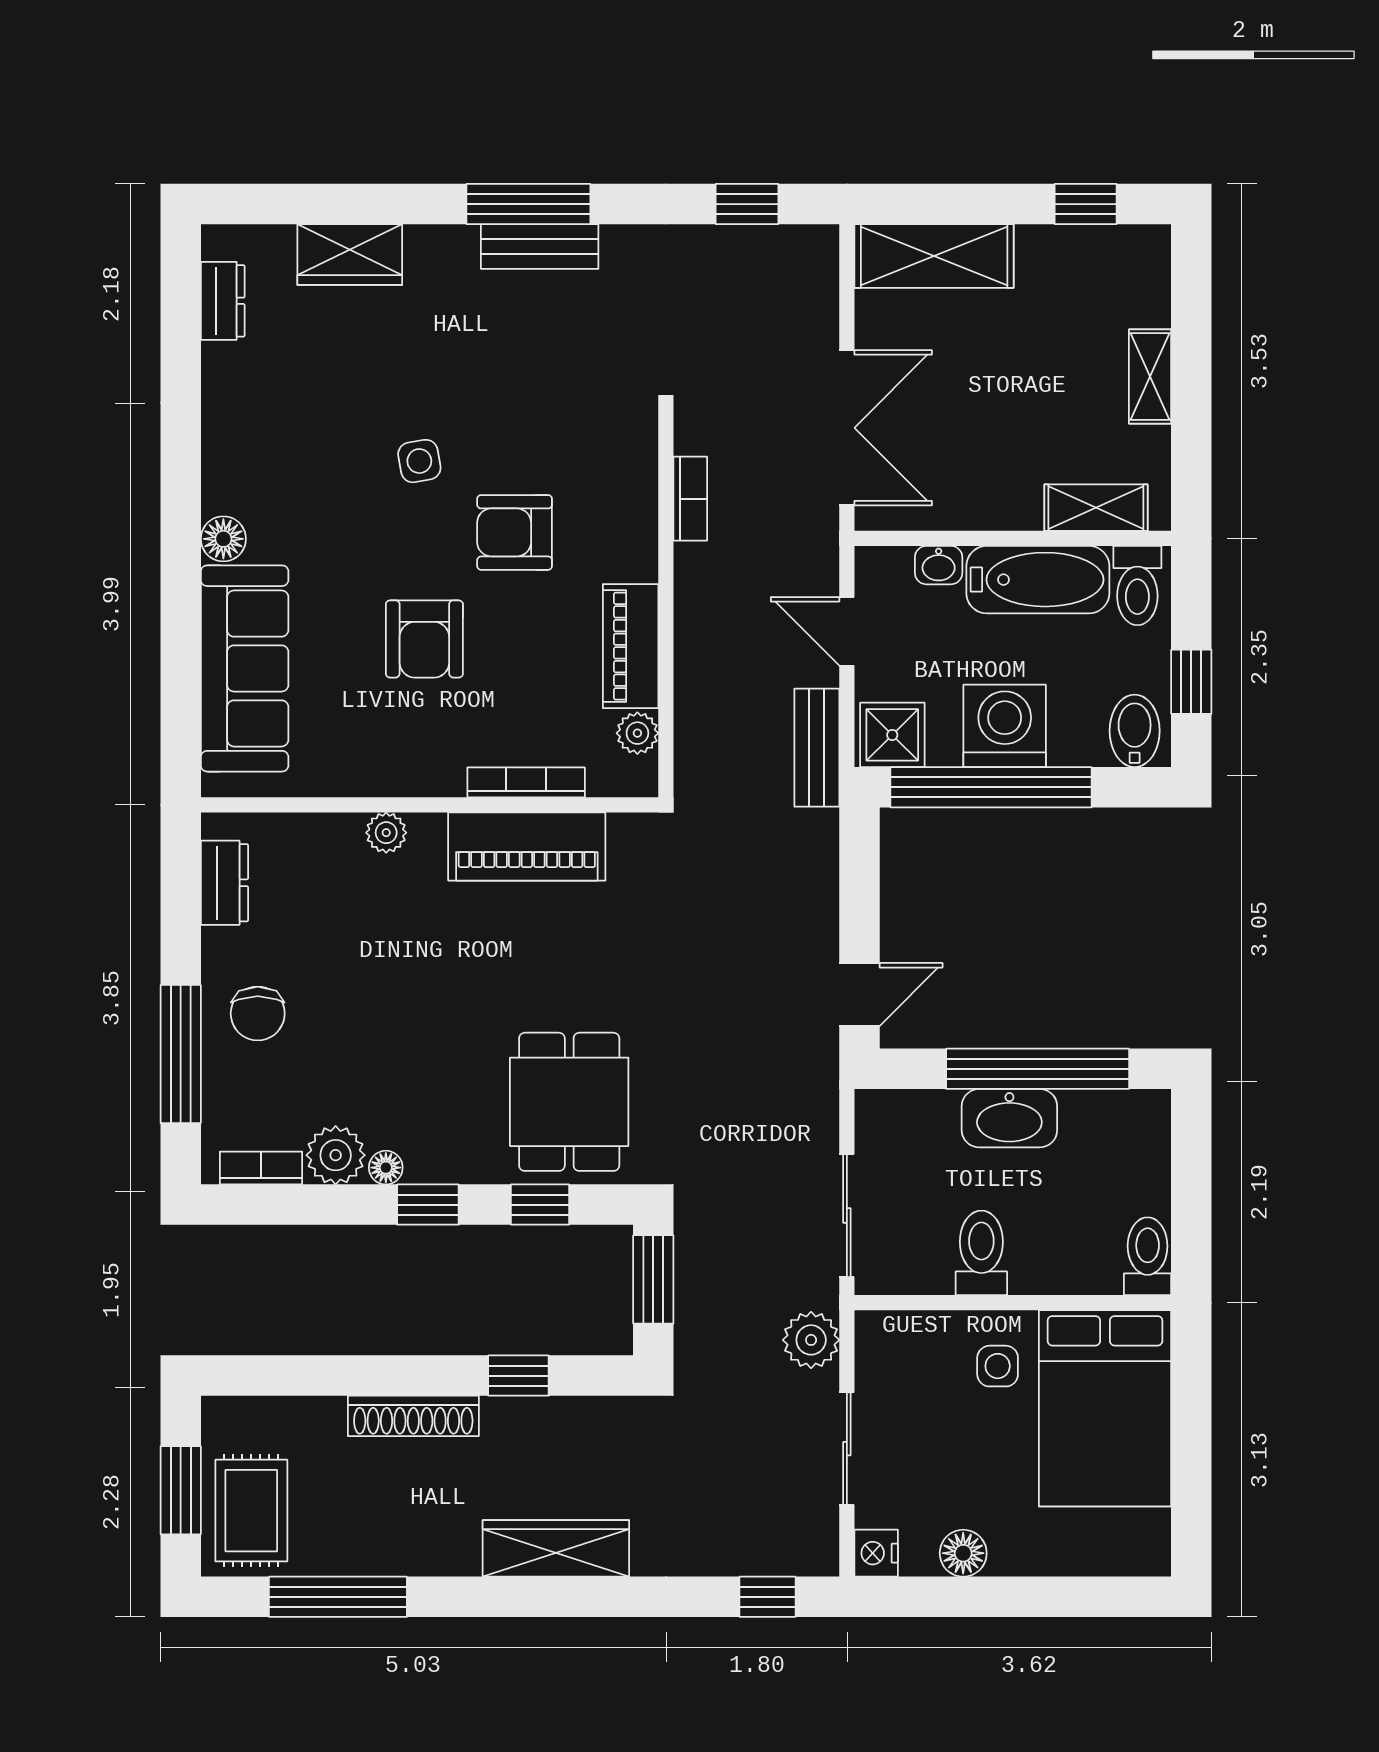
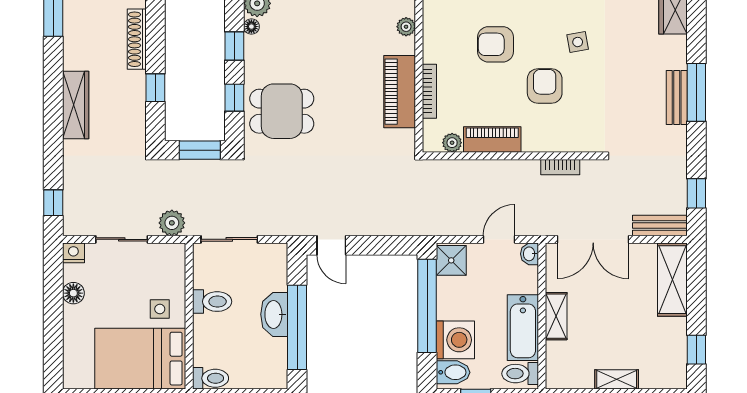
shelving: (1096, 508) -> (556, 316), moved
washbasin: (939, 565) -> (530, 254), moved
washing machine: (1005, 726) -> (455, 340), moved
bench: (817, 748) -> (660, 226), moved

